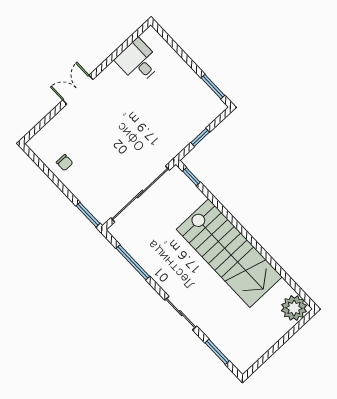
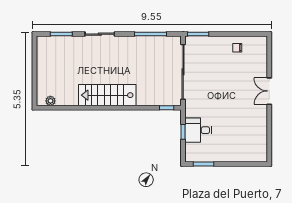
desk: (138, 61) -> (198, 130), moved, turned 180
double door: (78, 90) -> (269, 91), swing flipped
stairs: (229, 253) -> (107, 95), width x0.73, depth x0.66
plant: (294, 308) -> (50, 101), width x0.53, depth x0.53

